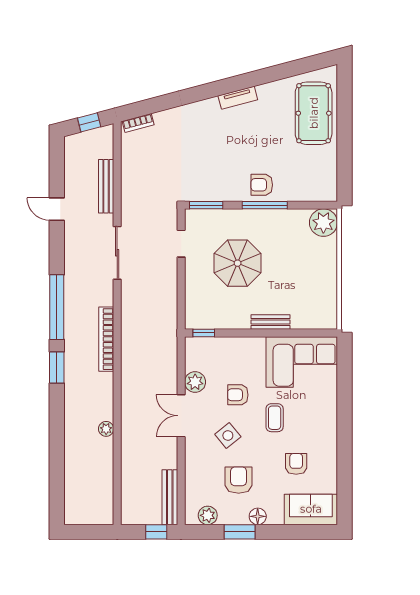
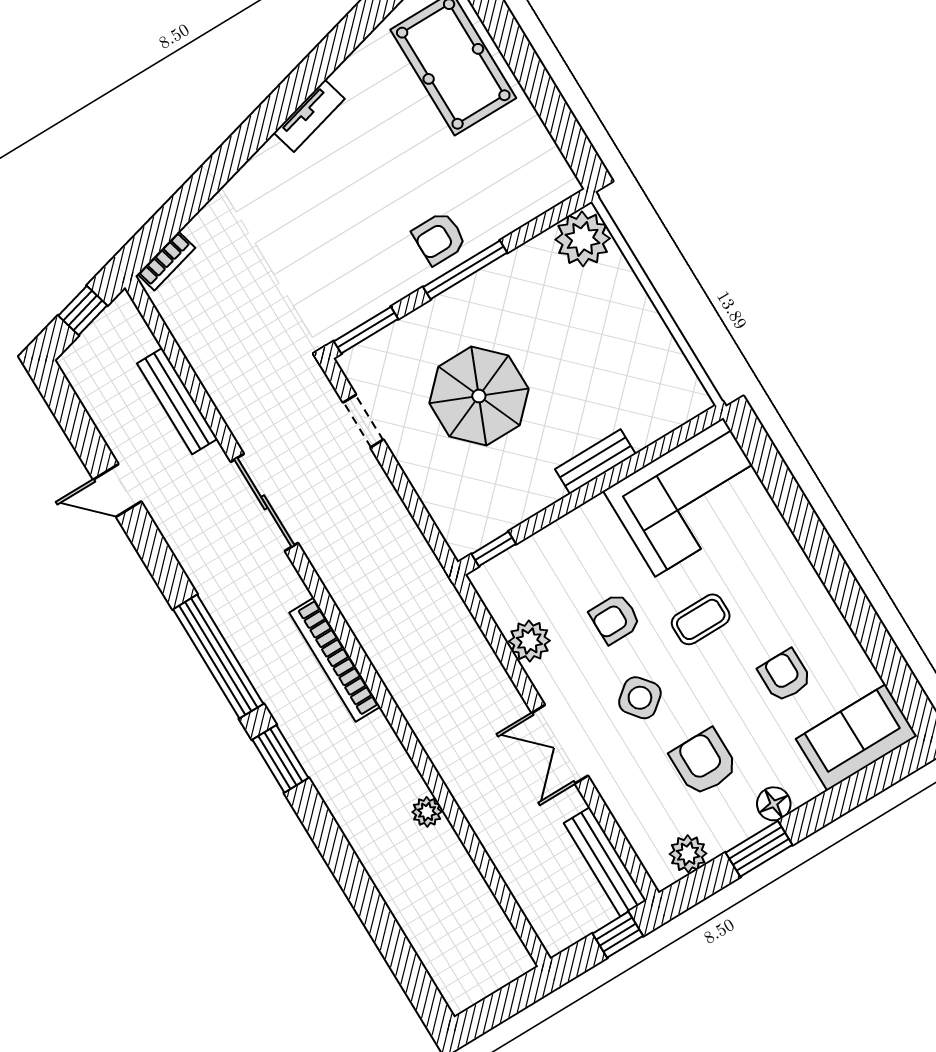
double door: (181, 416) -> (560, 744), moved
coffee table: (275, 418) -> (701, 619), turned 90

